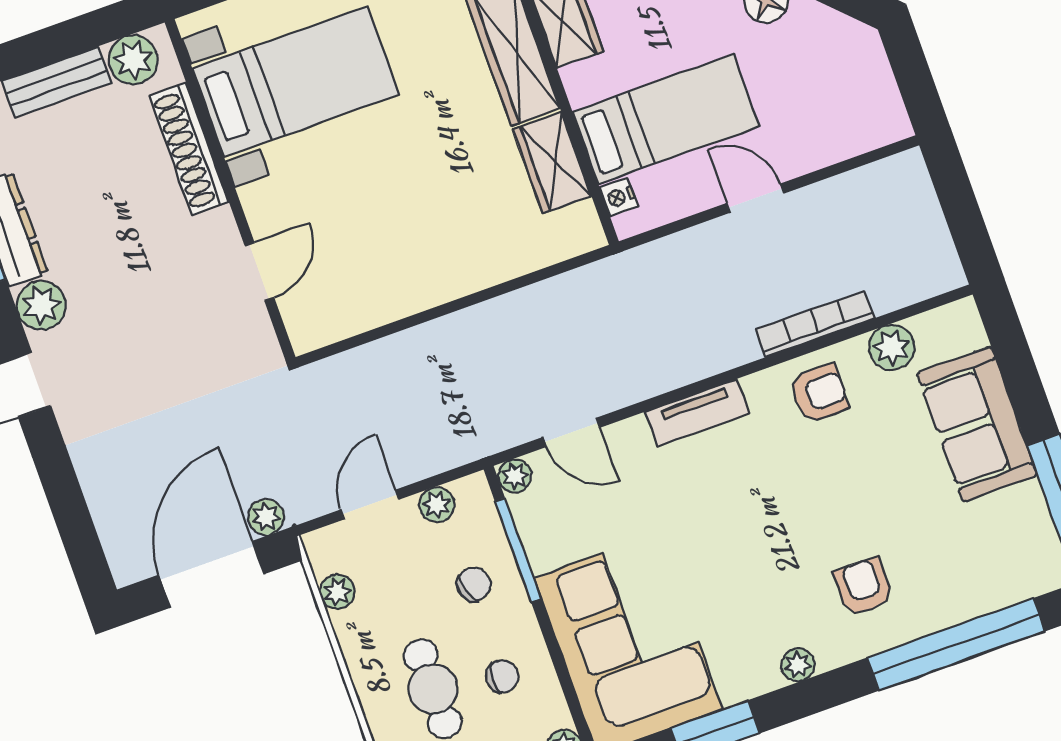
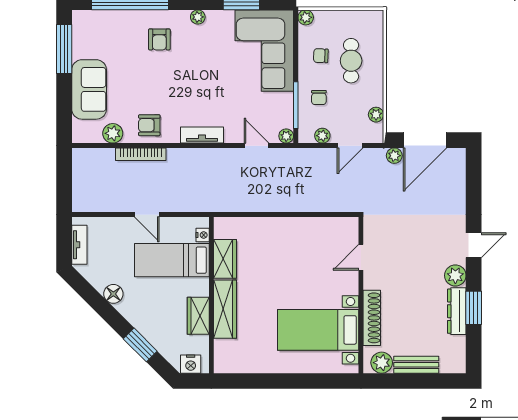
tv unit: (878, 81) -> (79, 245), added
chair: (474, 584) -> (319, 97), turned -74

